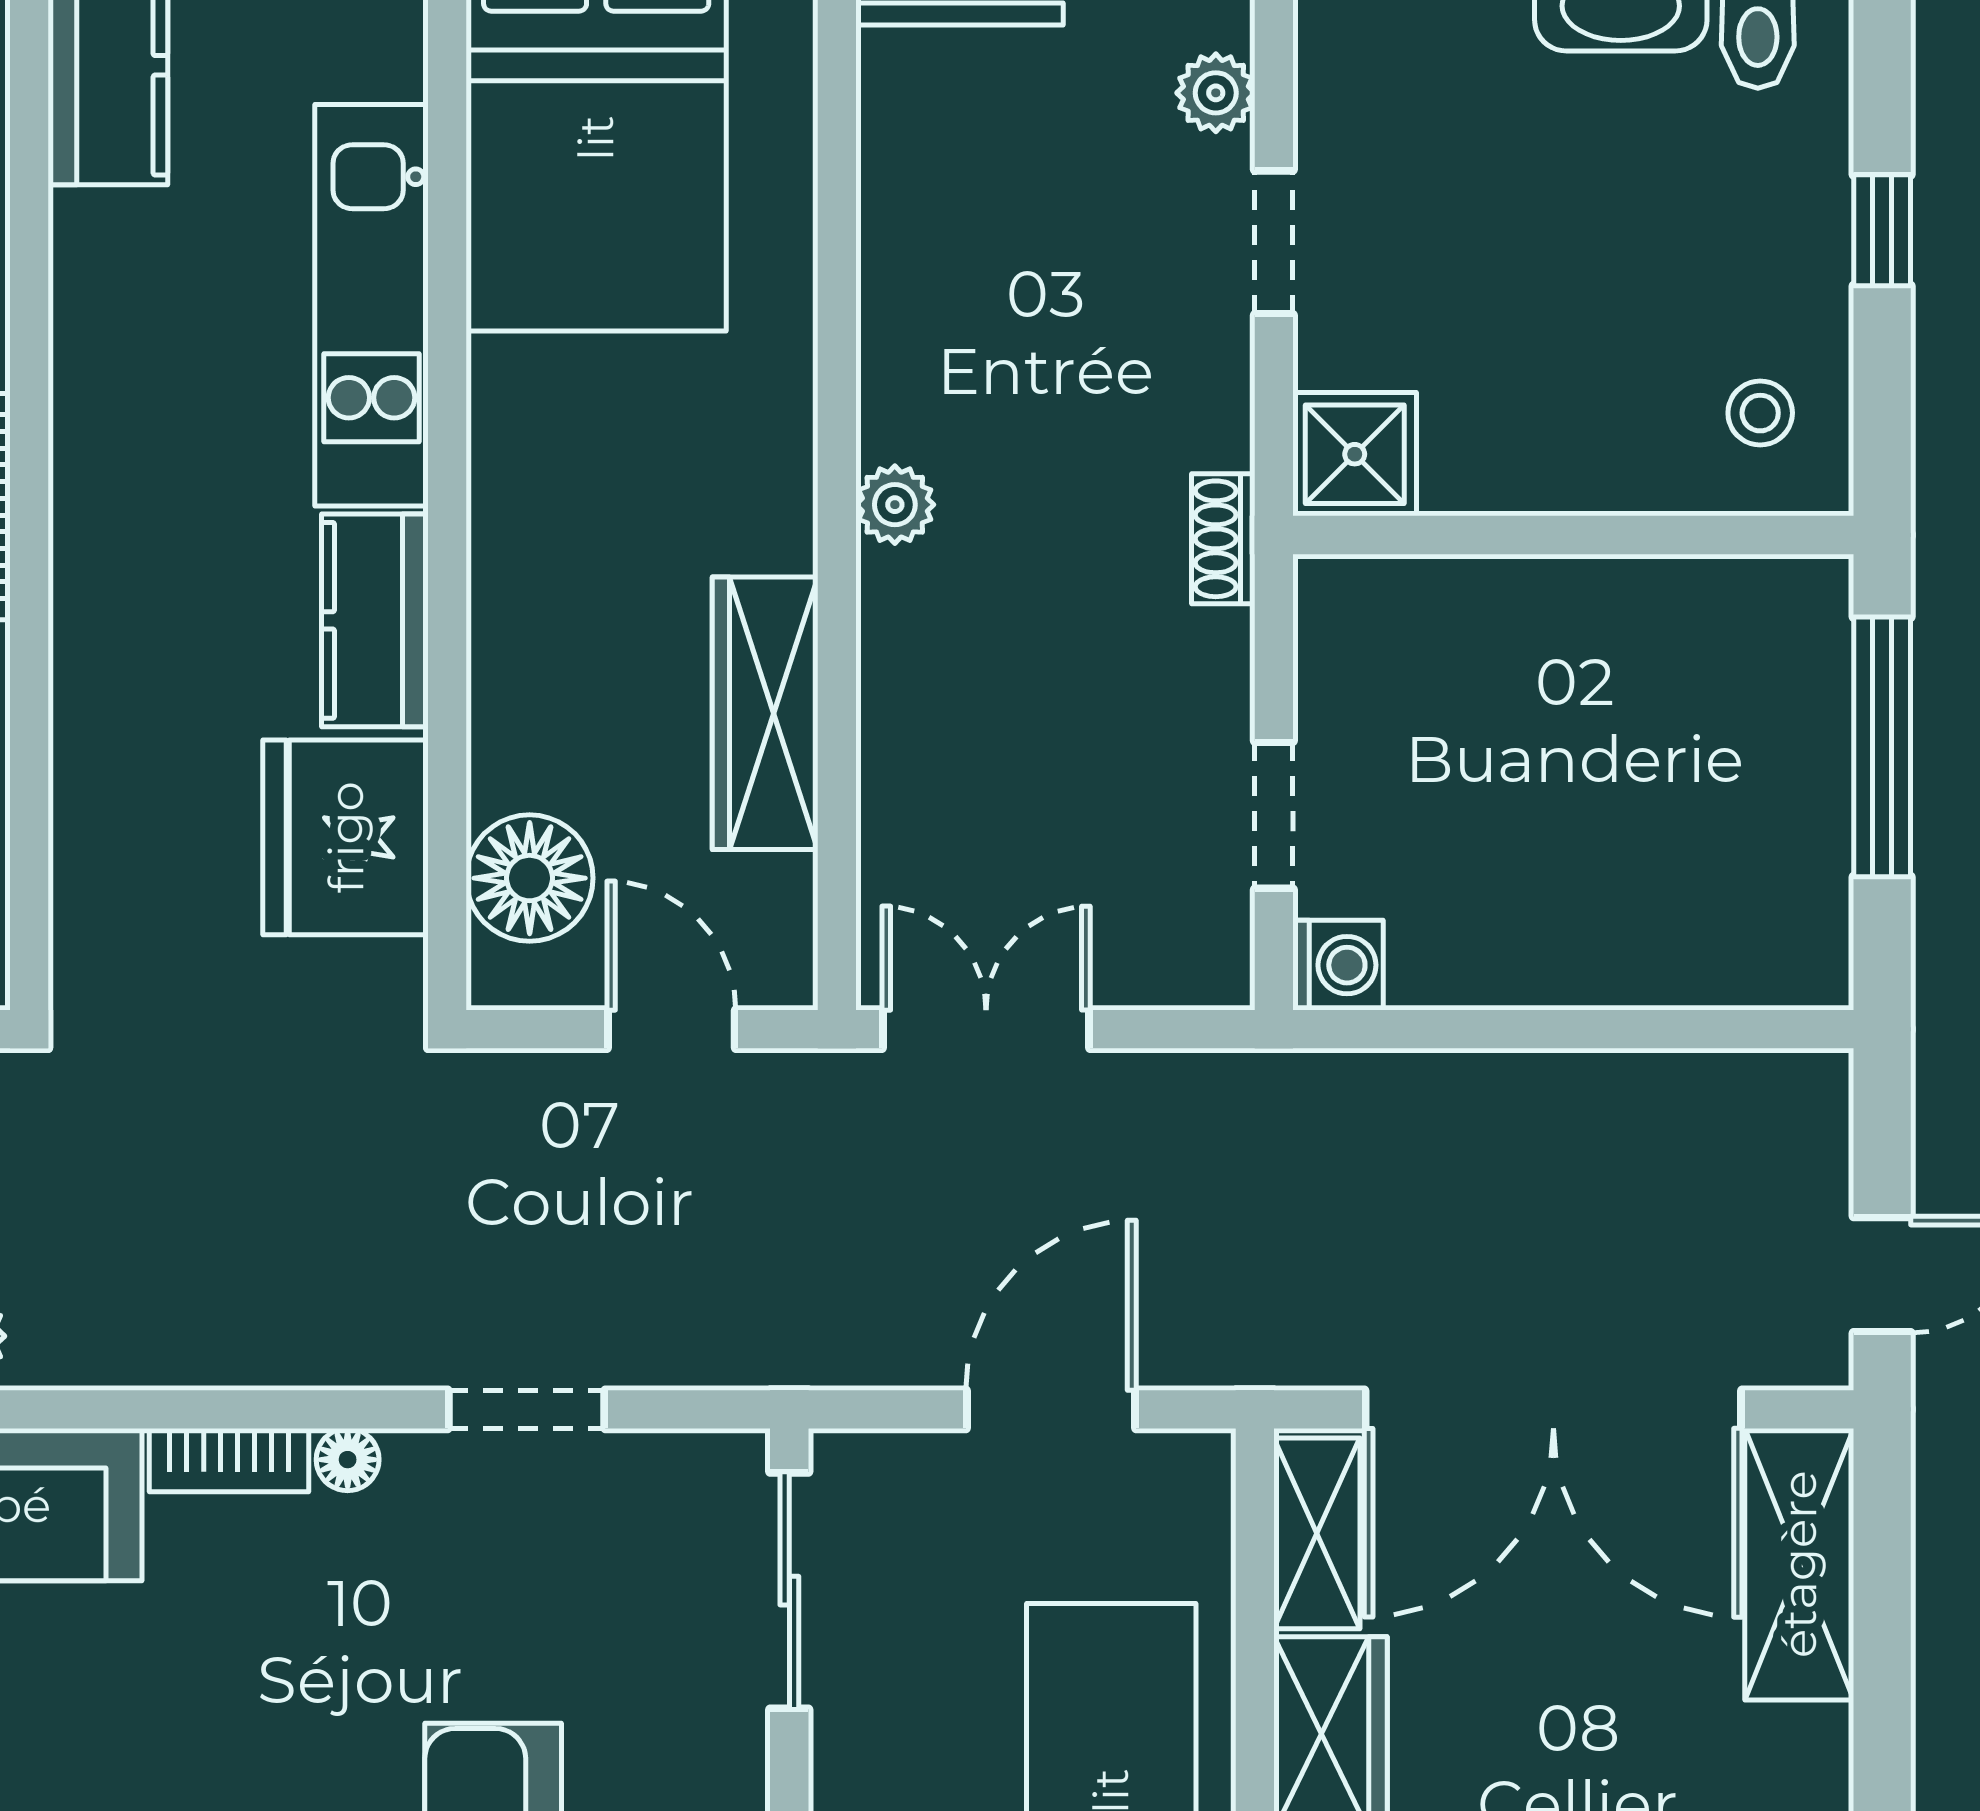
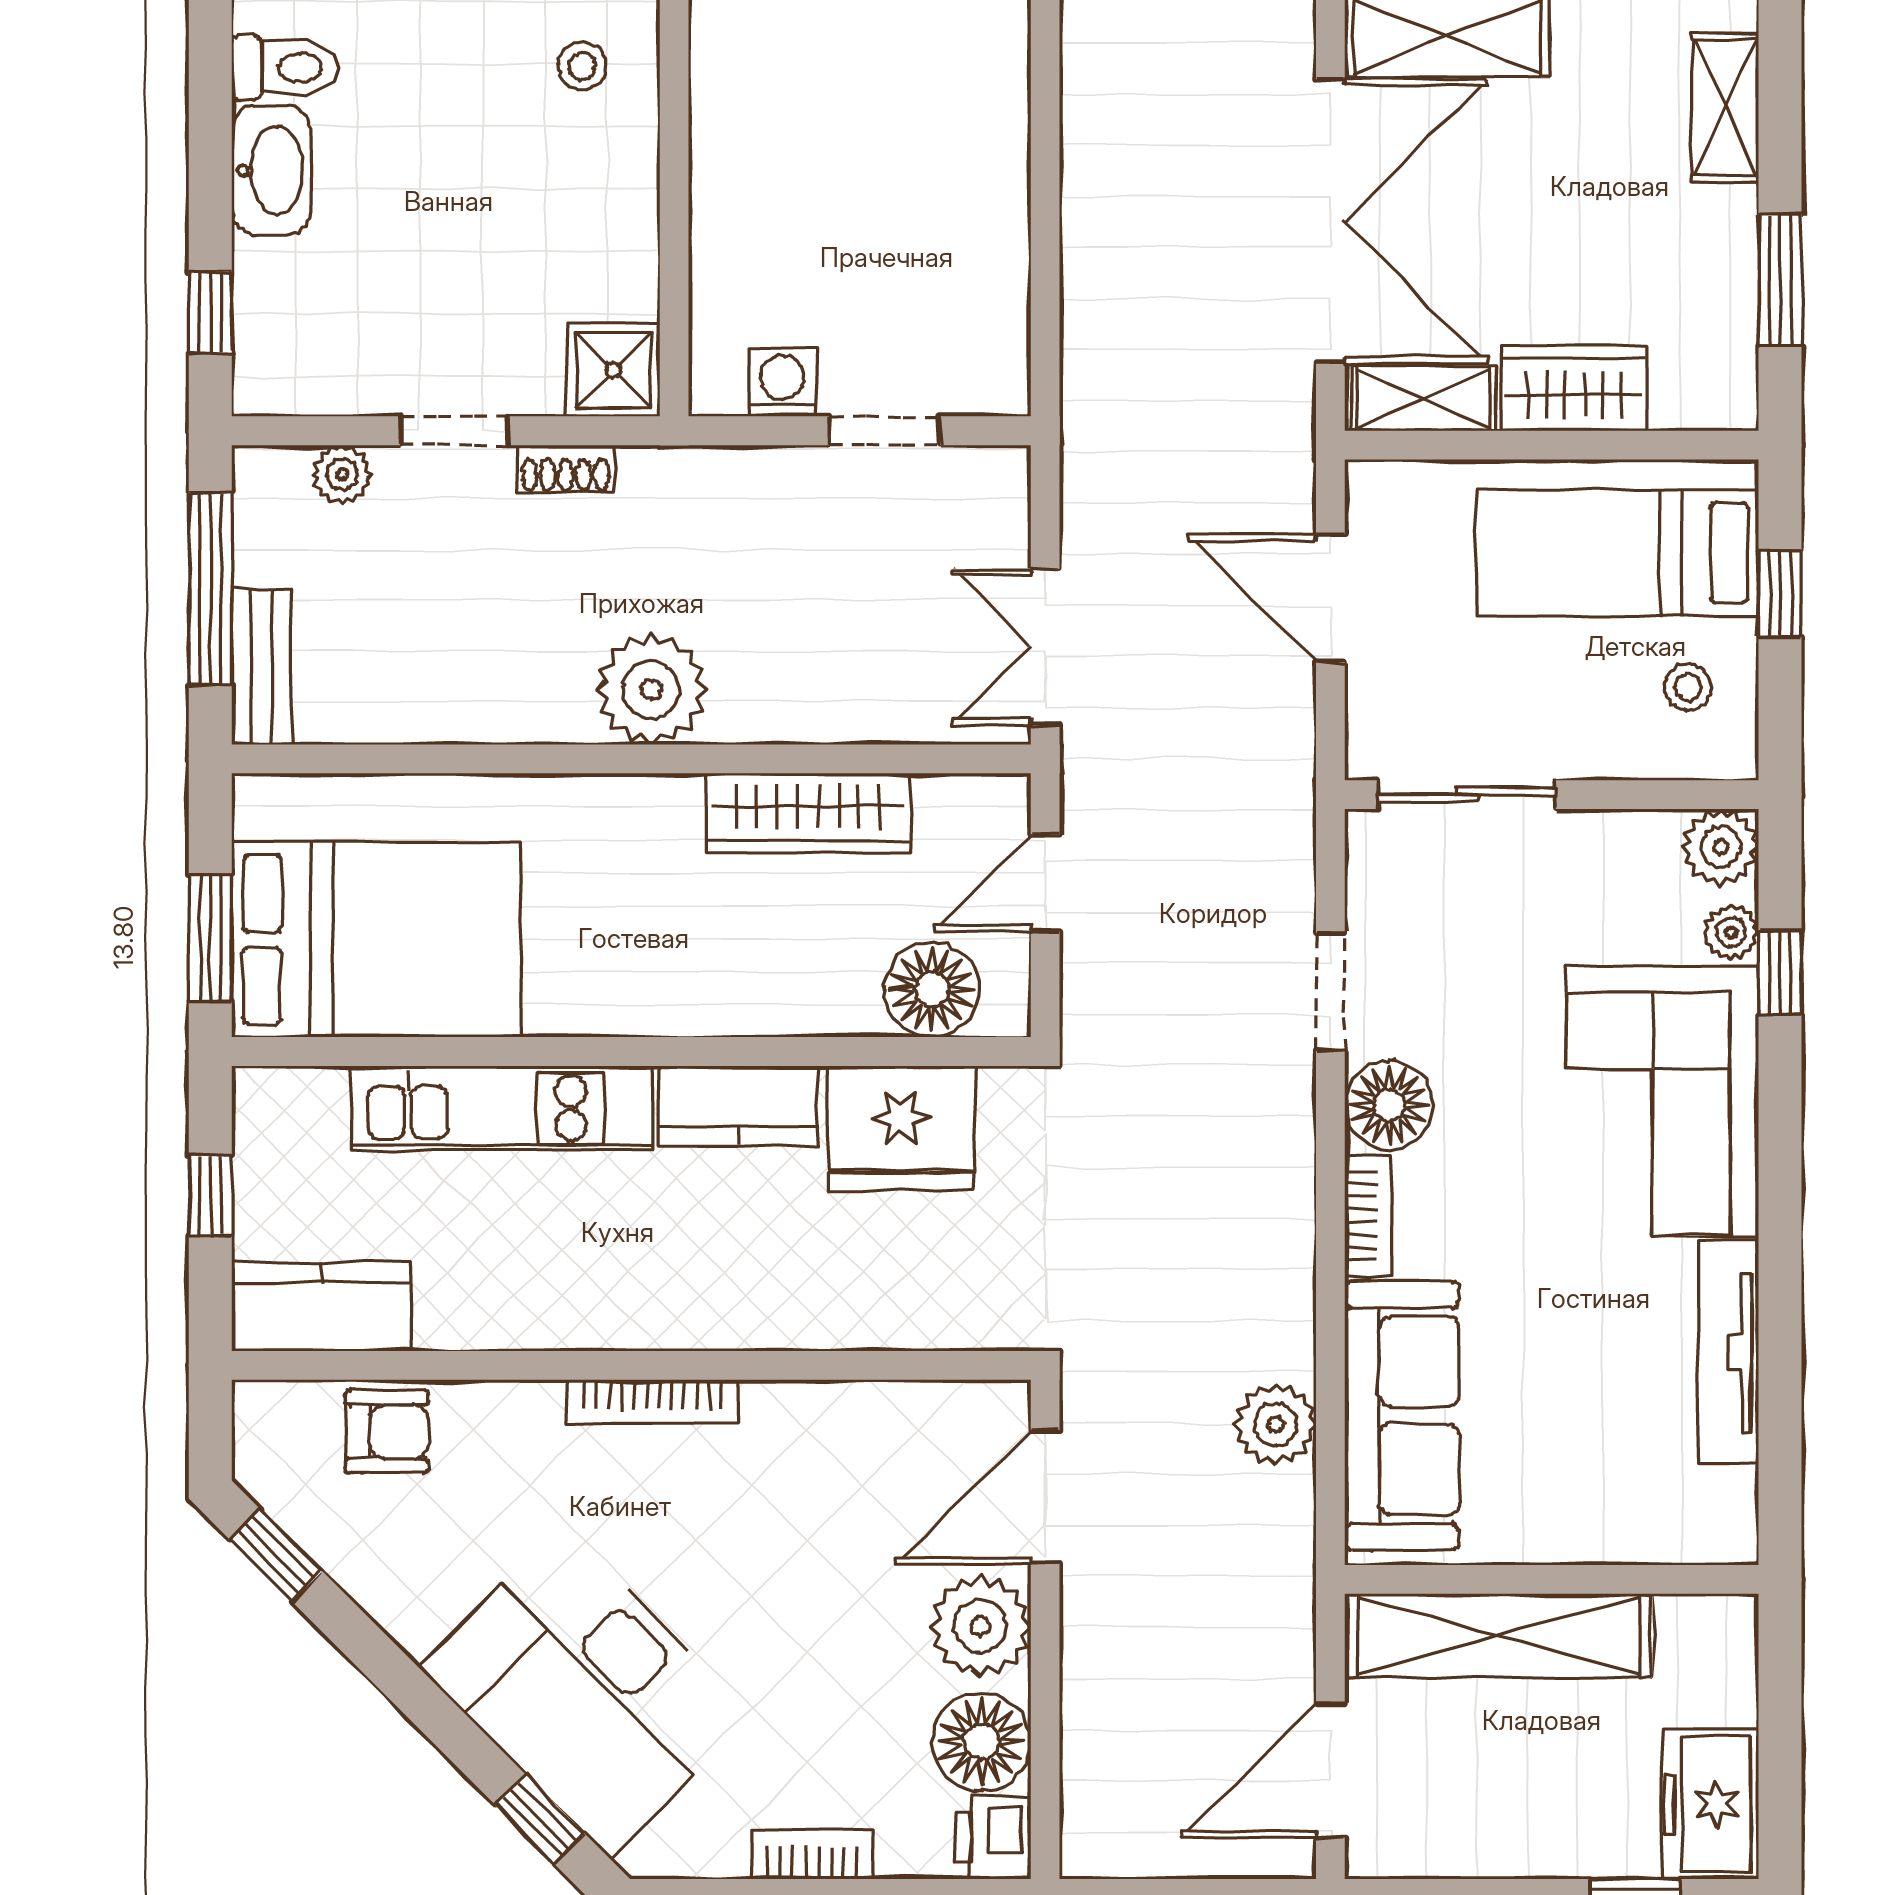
plant: (895, 505) -> (651, 690), width x1.87, depth x1.87
shoe rack: (1223, 539) -> (566, 469), moved
washing machine: (1338, 965) -> (782, 383), moved
floor lamp: (348, 1460) -> (1389, 1105), width x1.89, depth x1.89

